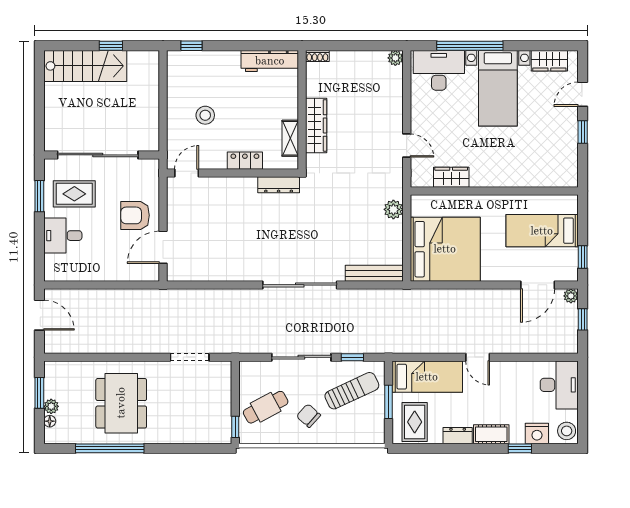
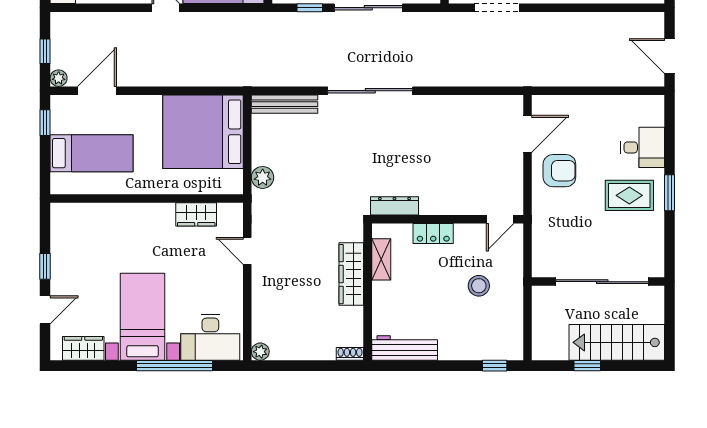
sliding door: (98, 155) -> (602, 282), moved
wall: (102, 155) -> (598, 282), moved

